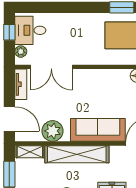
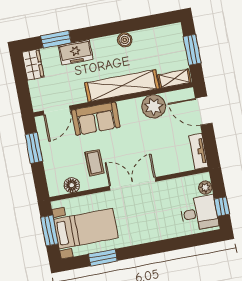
double door: (51, 67) -> (133, 184), moved
coffee table: (113, 92) -> (94, 163), added
sofa: (98, 130) -> (96, 119), width x0.73

